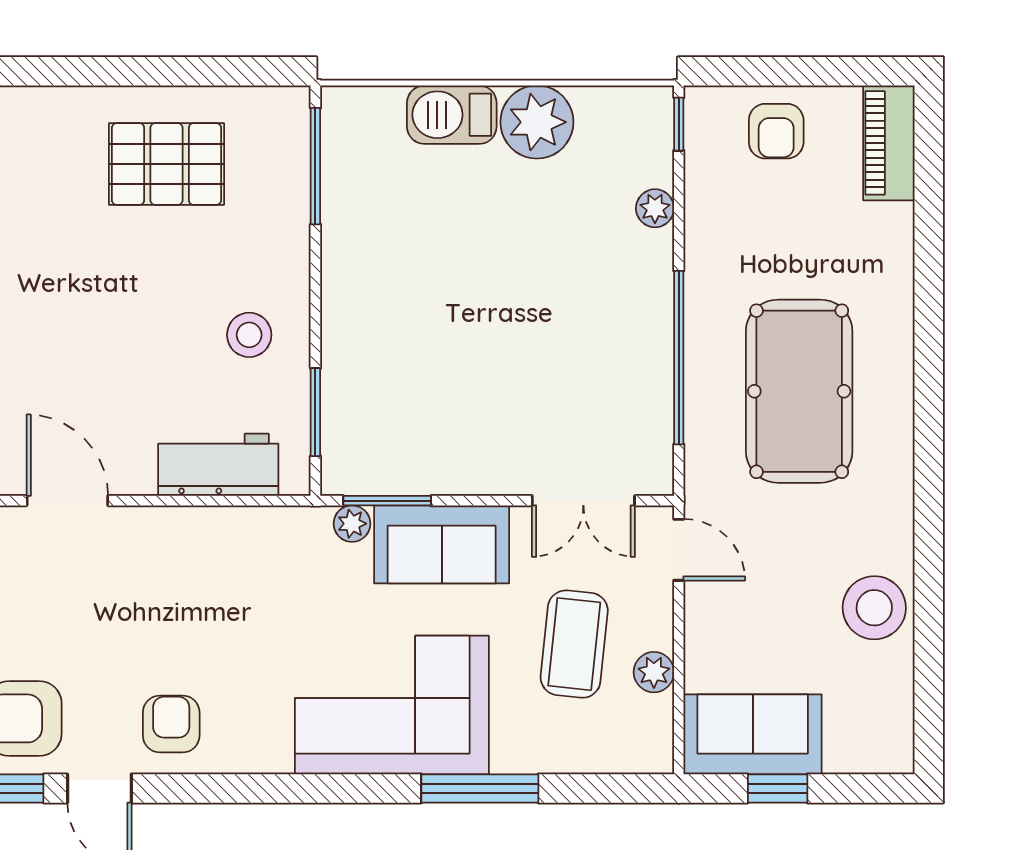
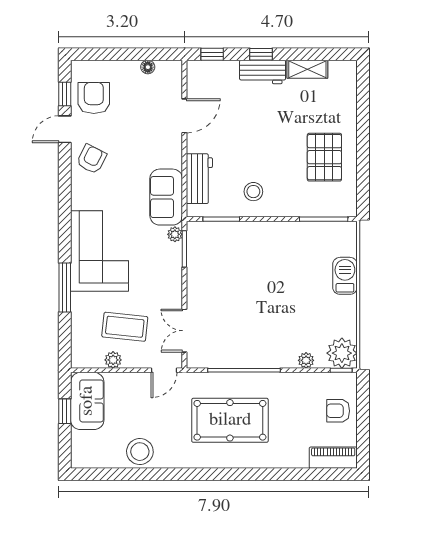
plant: (537, 122) -> (342, 353), moved
sofa: (442, 544) -> (166, 197), moved
armchair: (171, 724) -> (92, 159), turned -63

